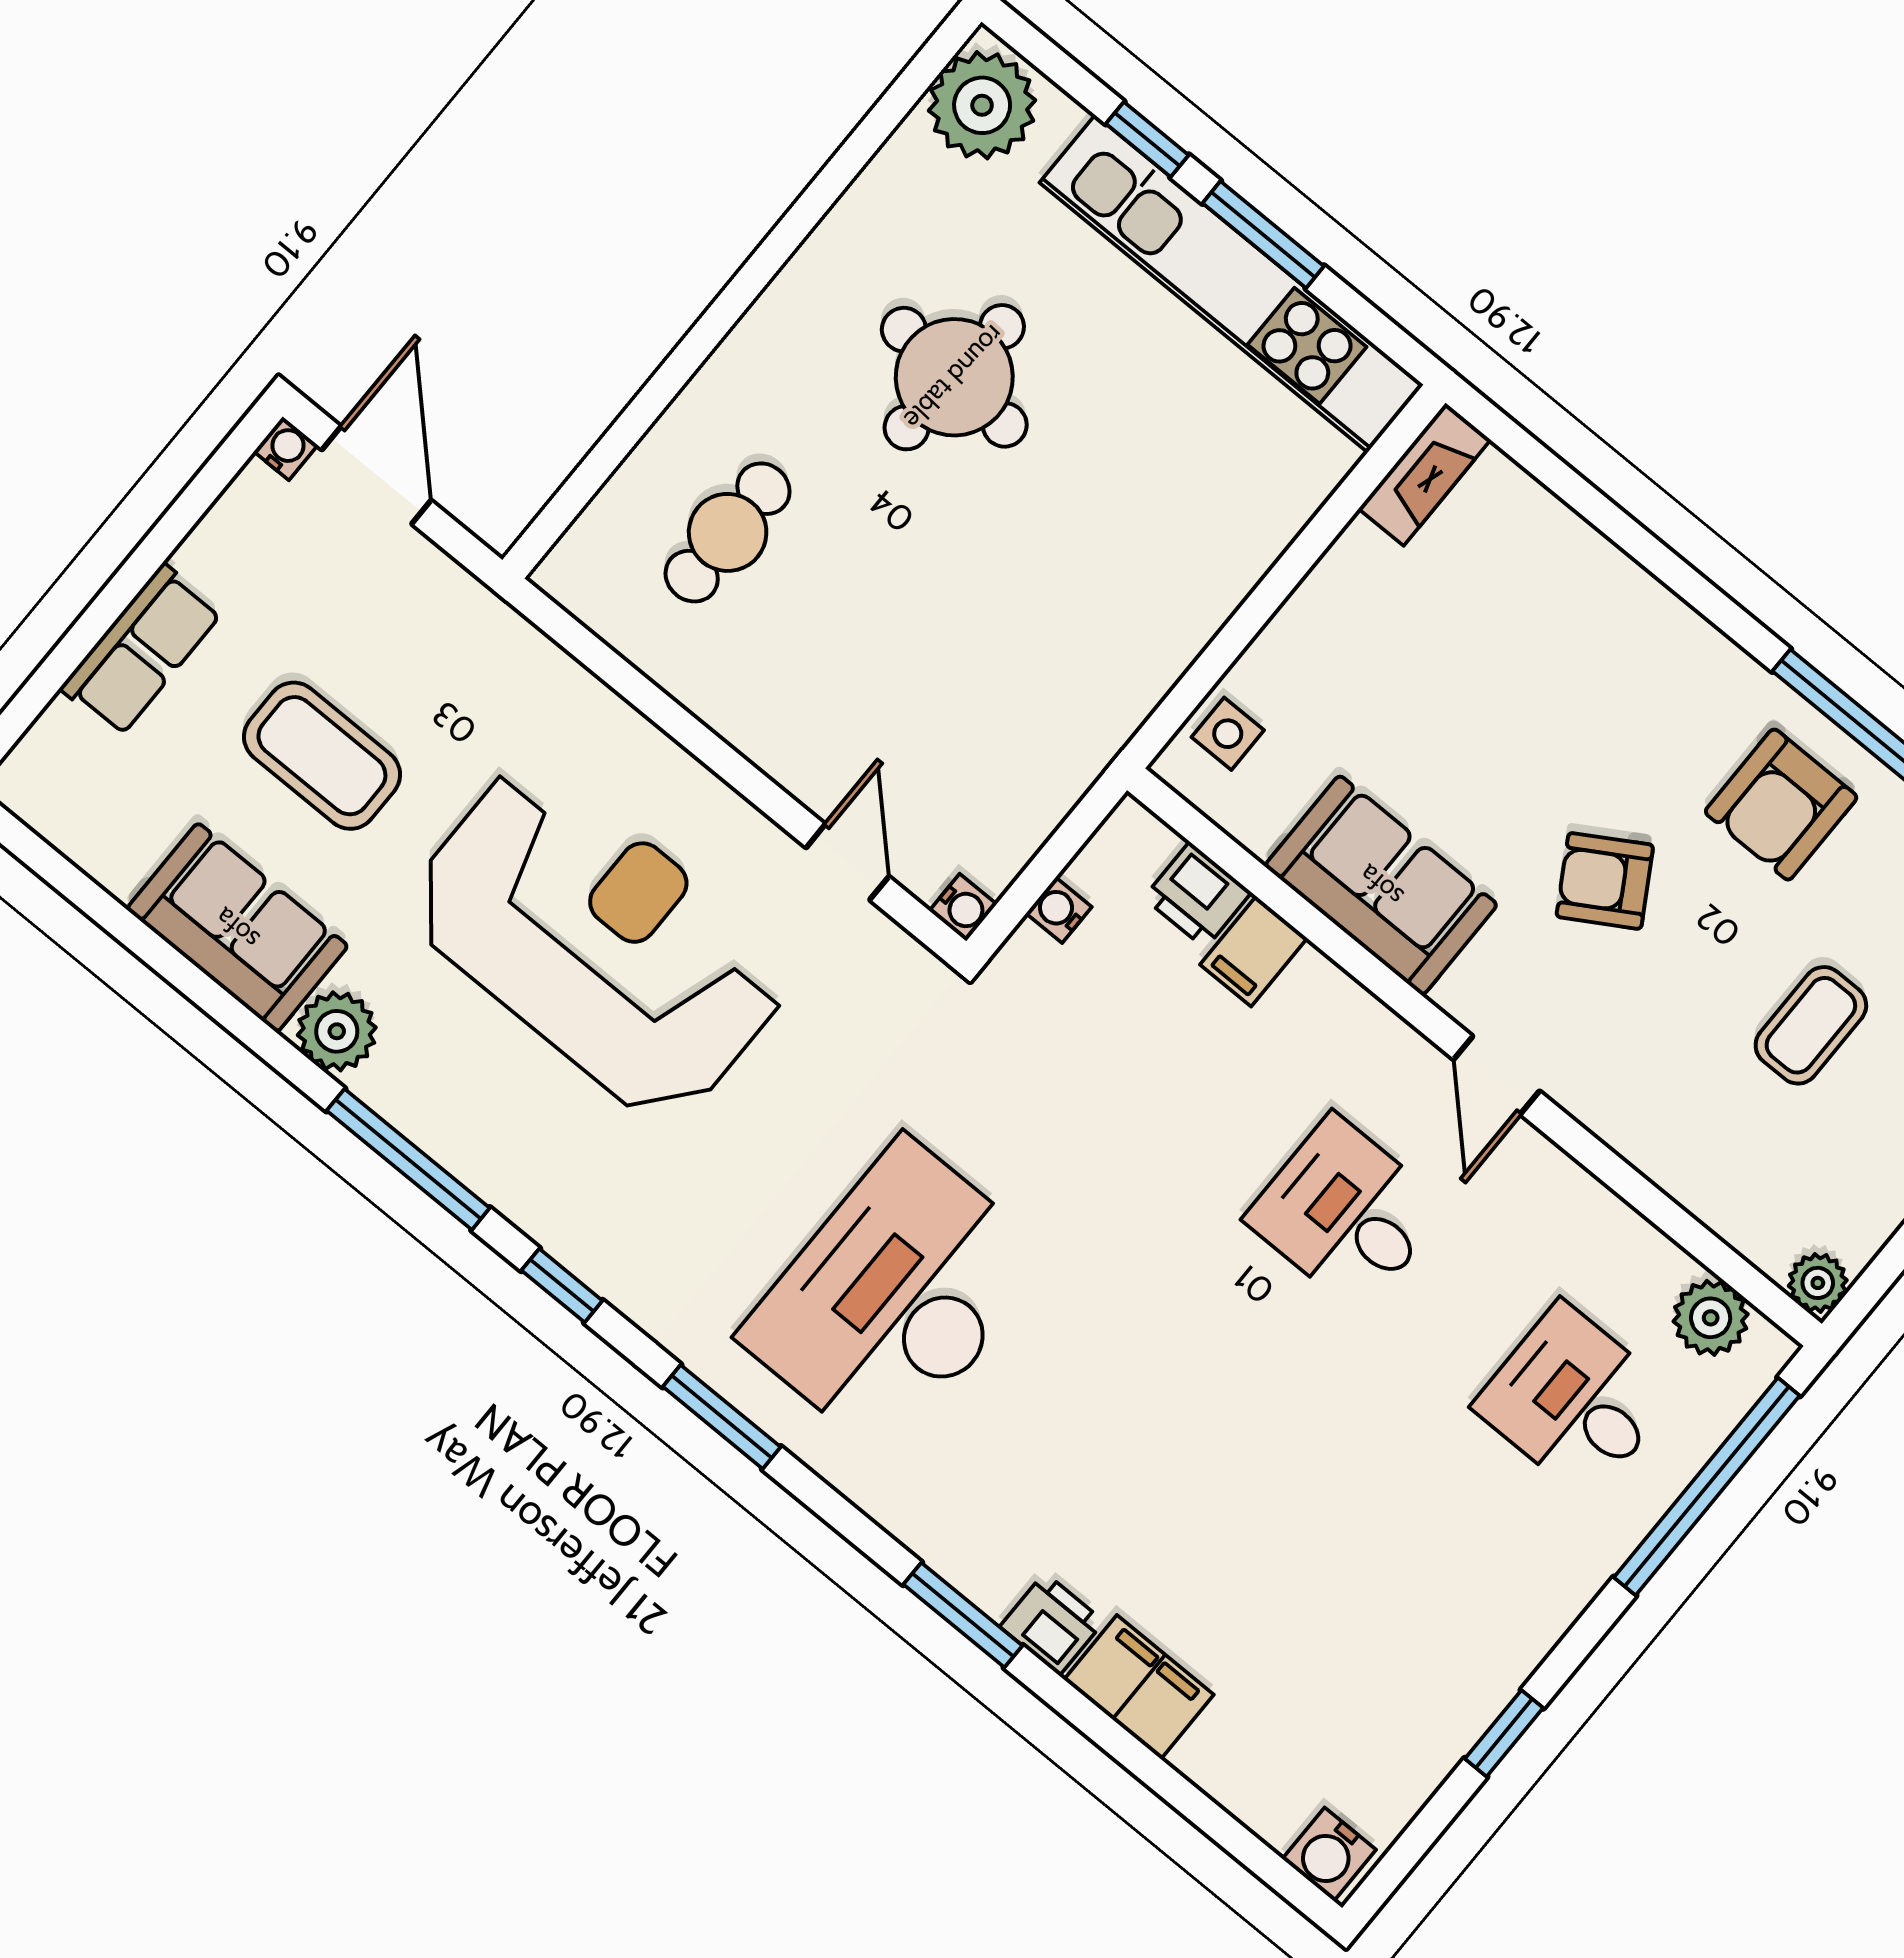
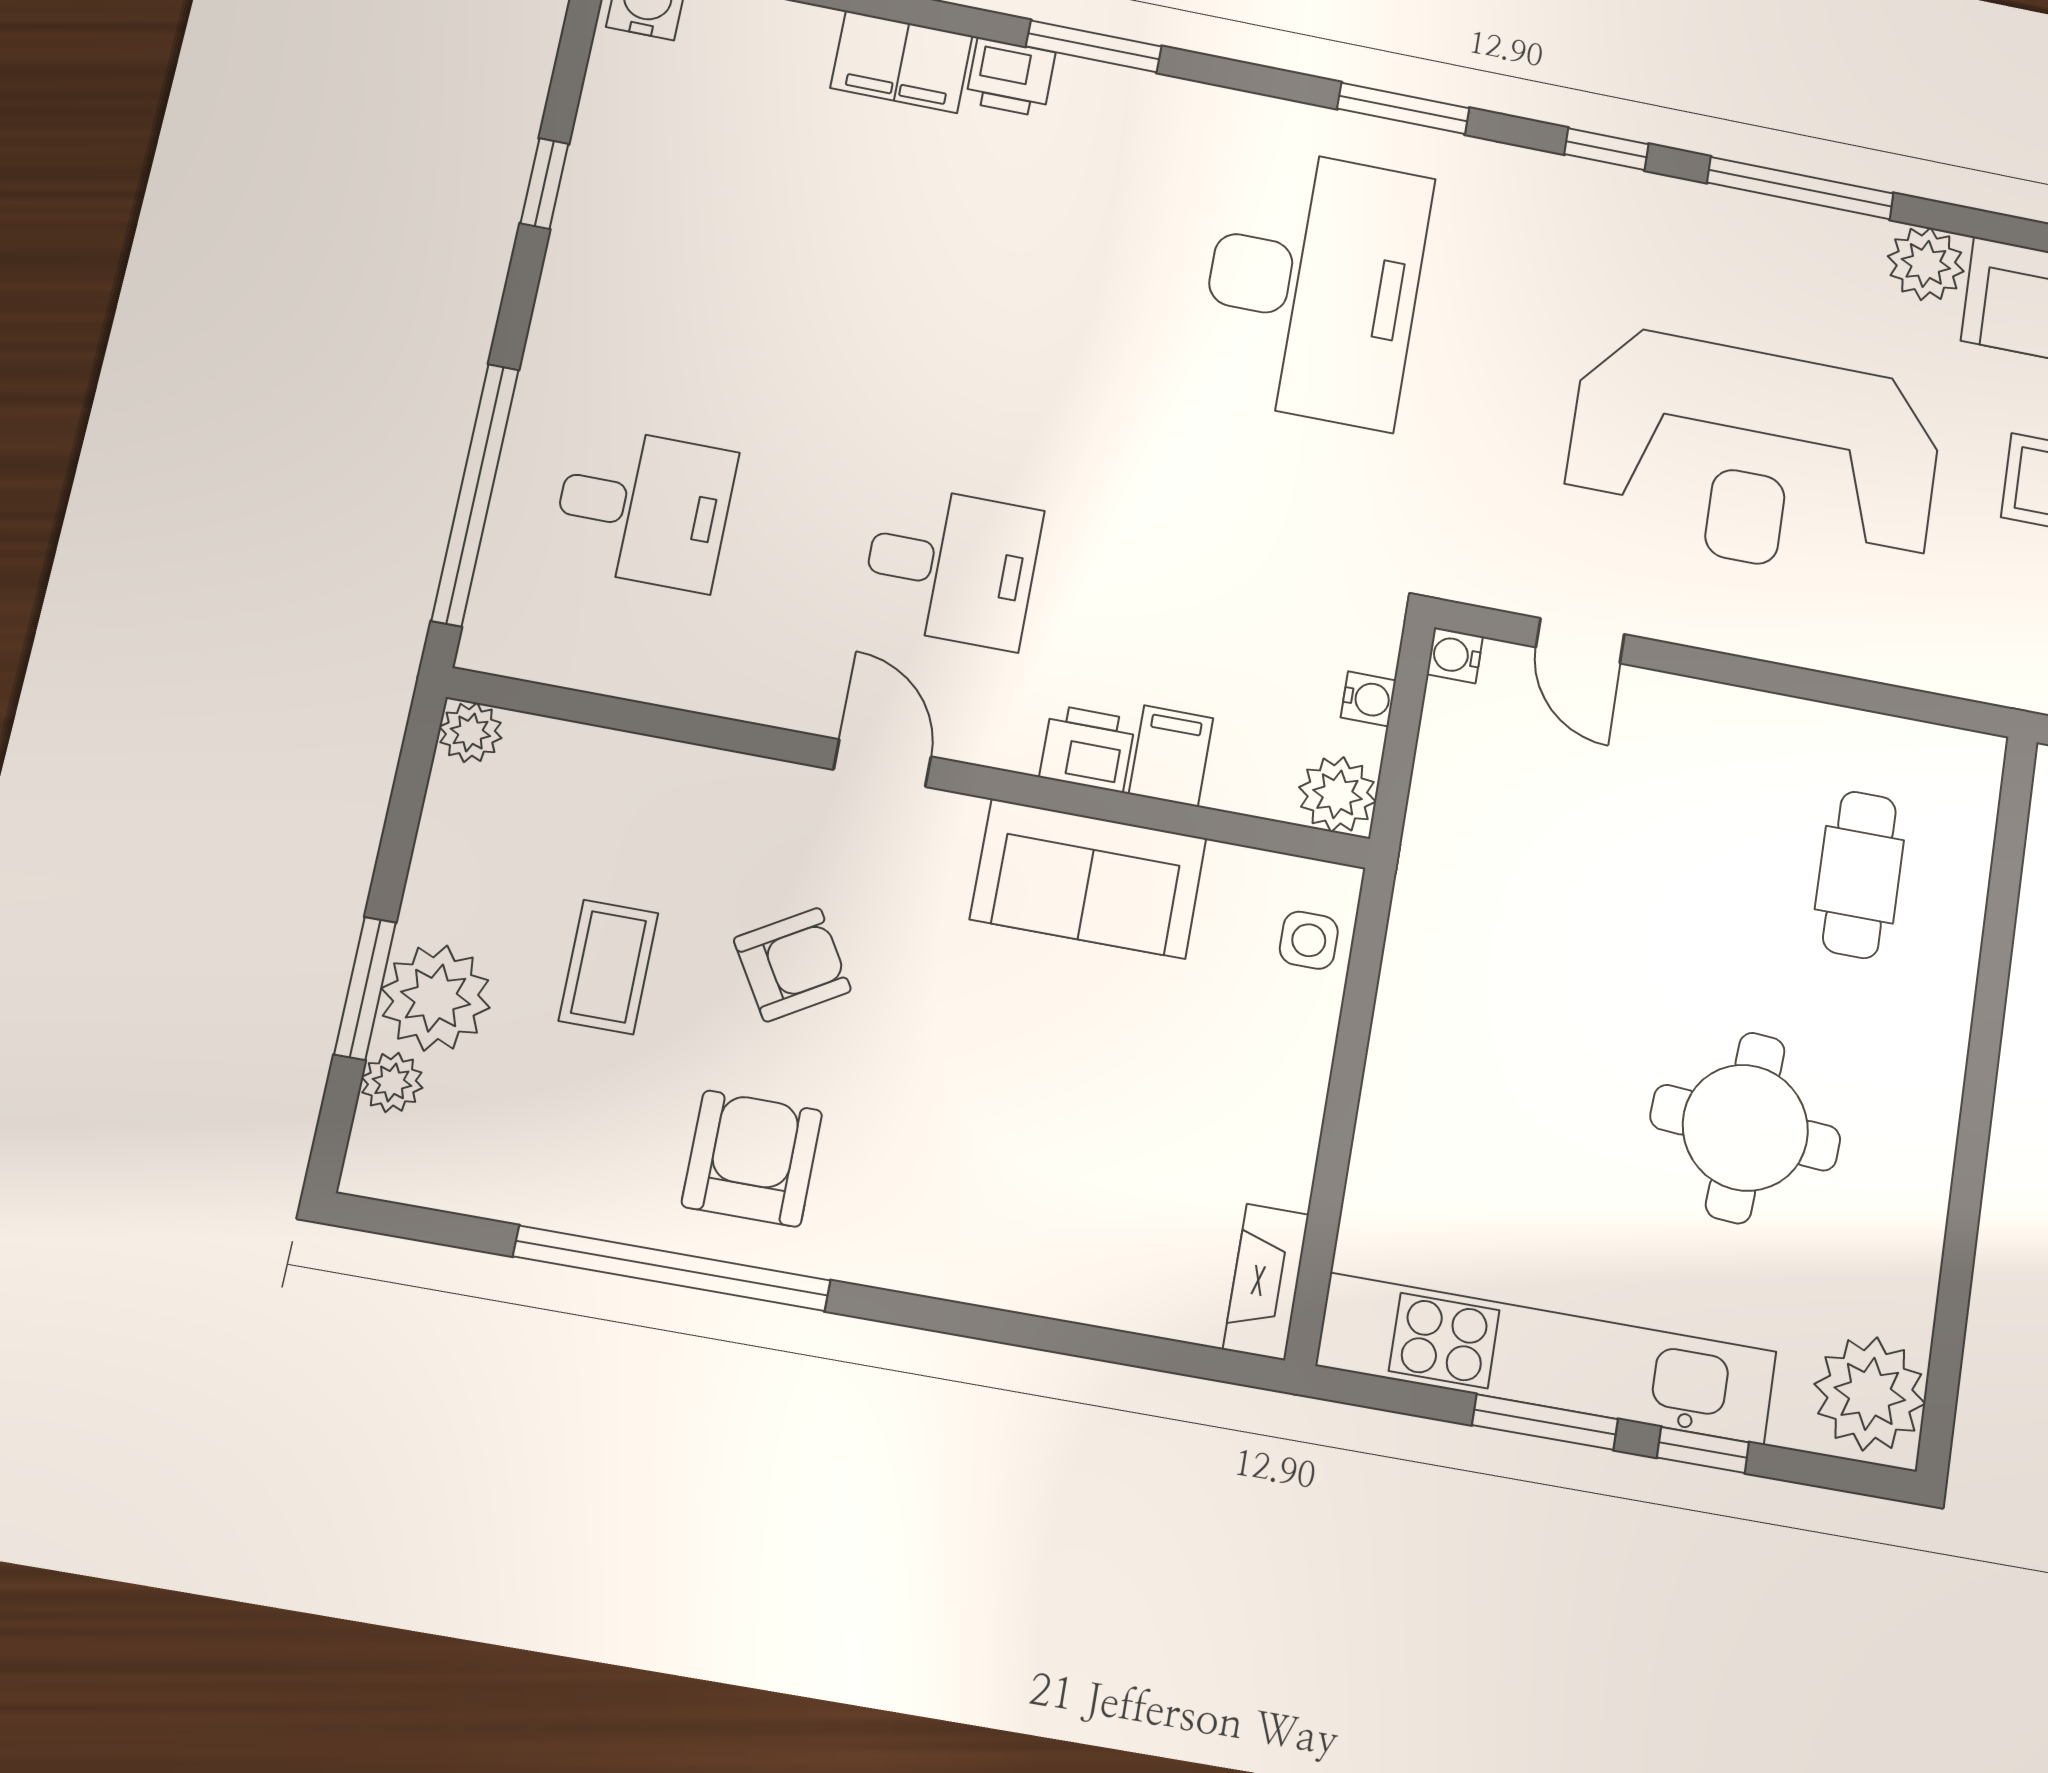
armchair: (1605, 881) -> (792, 965), moved
printer: (1197, 895) -> (1087, 749), moved
plant: (1711, 1318) -> (1337, 794), moved

